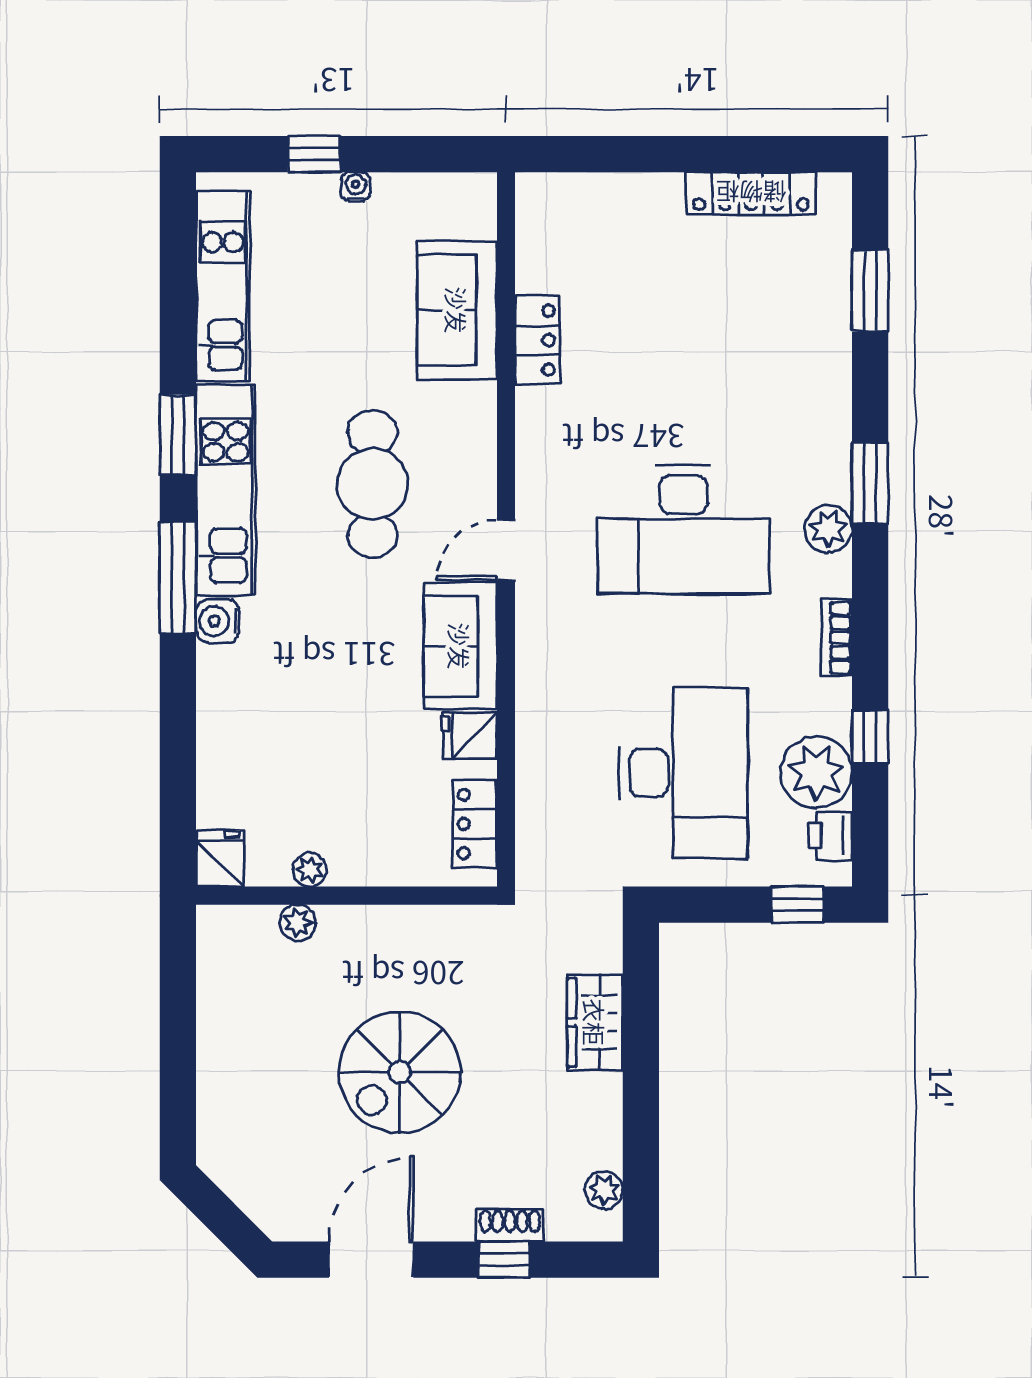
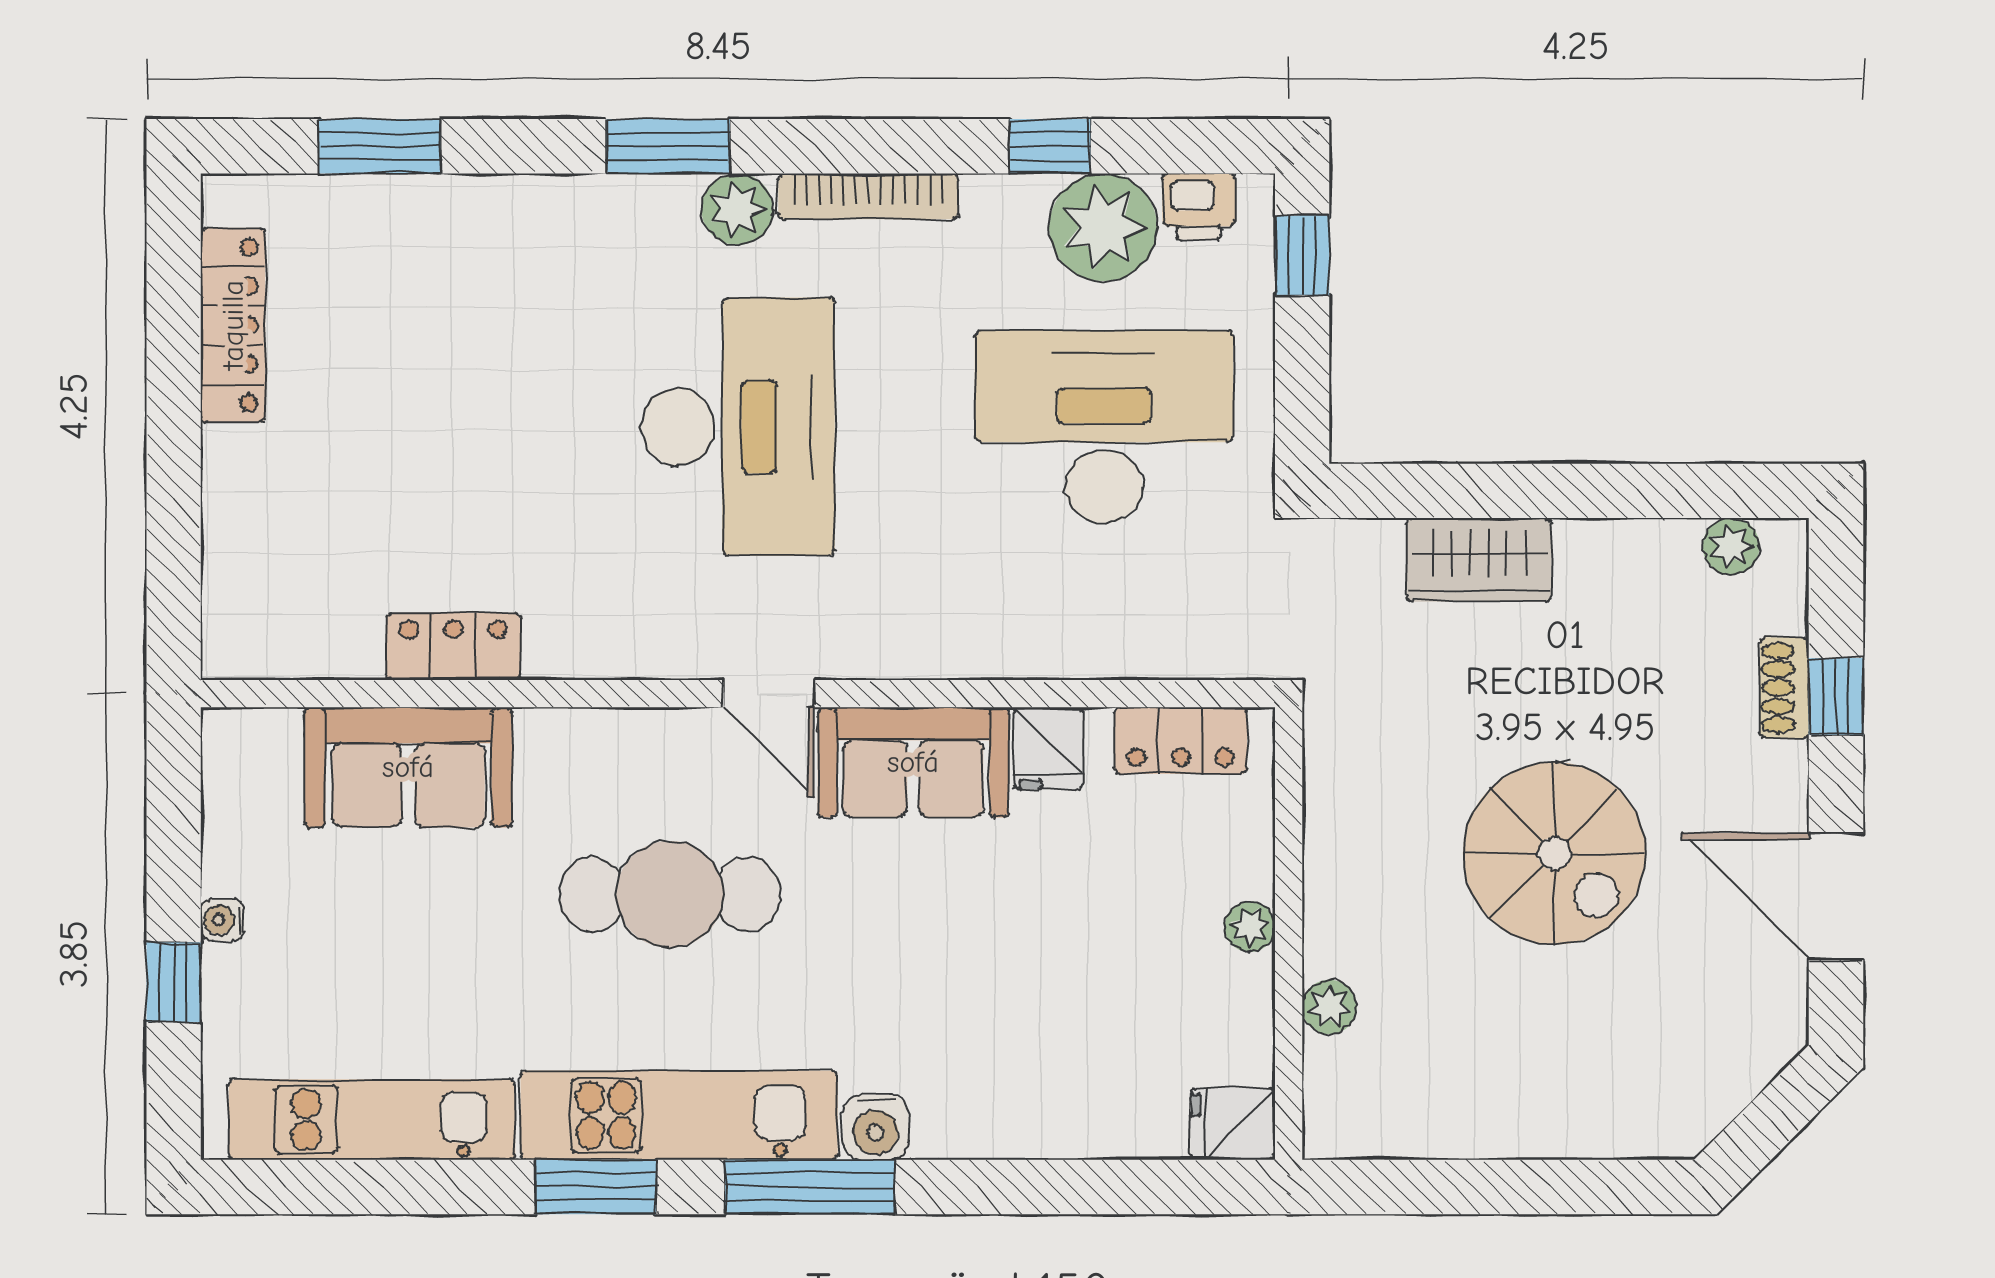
bookcase: (837, 637) -> (868, 196), width x1.56
plant: (310, 870) -> (1250, 927), moved

